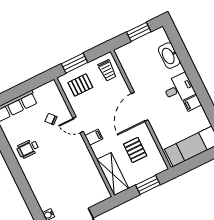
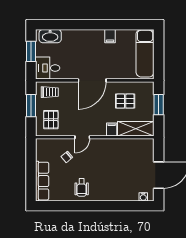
washbasin: (169, 56) -> (50, 36), moved
window: (75, 63) -> (31, 106), moved
desk: (179, 89) -> (48, 68), moved, turned -90
door: (140, 107) -> (92, 80), hinge flipped
filing cabinet: (94, 137) -> (112, 129), moved

